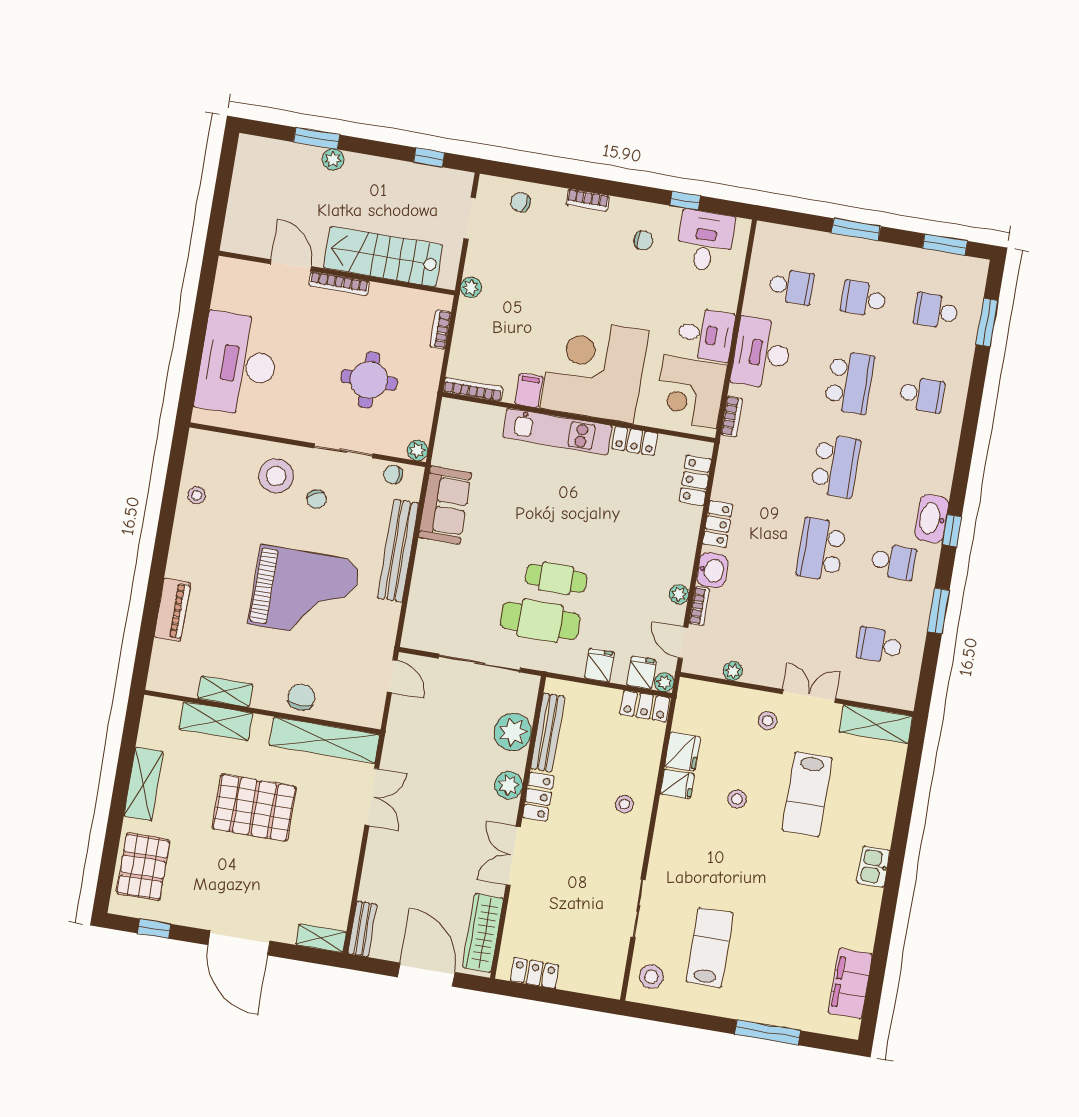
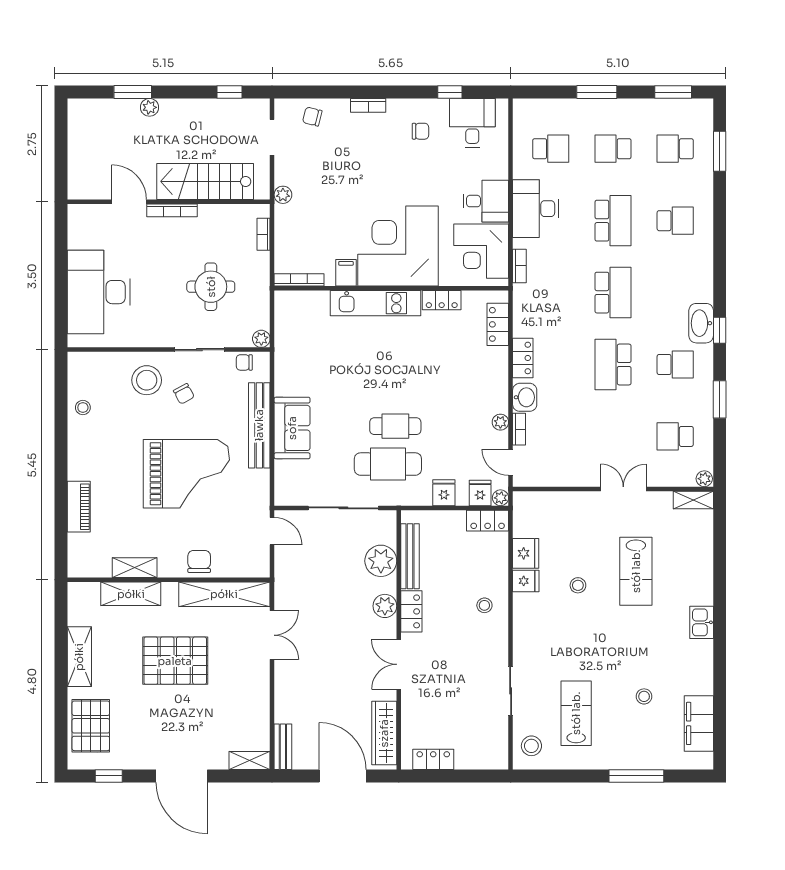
sofa: (445, 505) -> (292, 428), moved
plant: (733, 671) -> (704, 479), moved
stool: (768, 721) -> (644, 696), moved
shelving: (876, 724) -> (693, 500), width x0.67, depth x0.75

